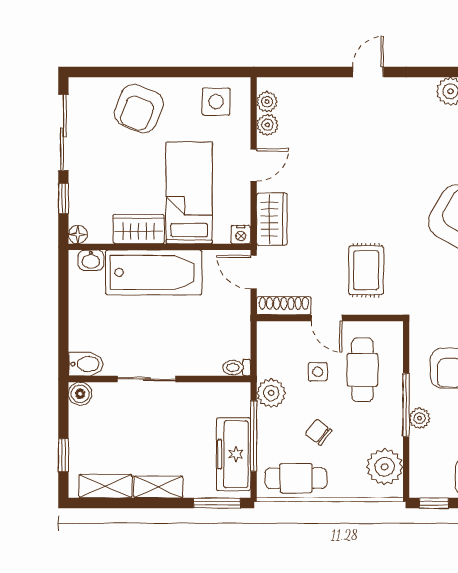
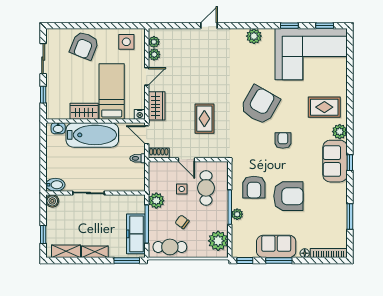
sliding door: (63, 132) -> (43, 59), width x0.73
floor lamp: (78, 234) -> (51, 114), removed
rug: (366, 270) -> (204, 119), moved
shoe rack: (284, 306) -> (159, 153), width x0.70
toilet: (237, 367) -> (138, 158), moved

